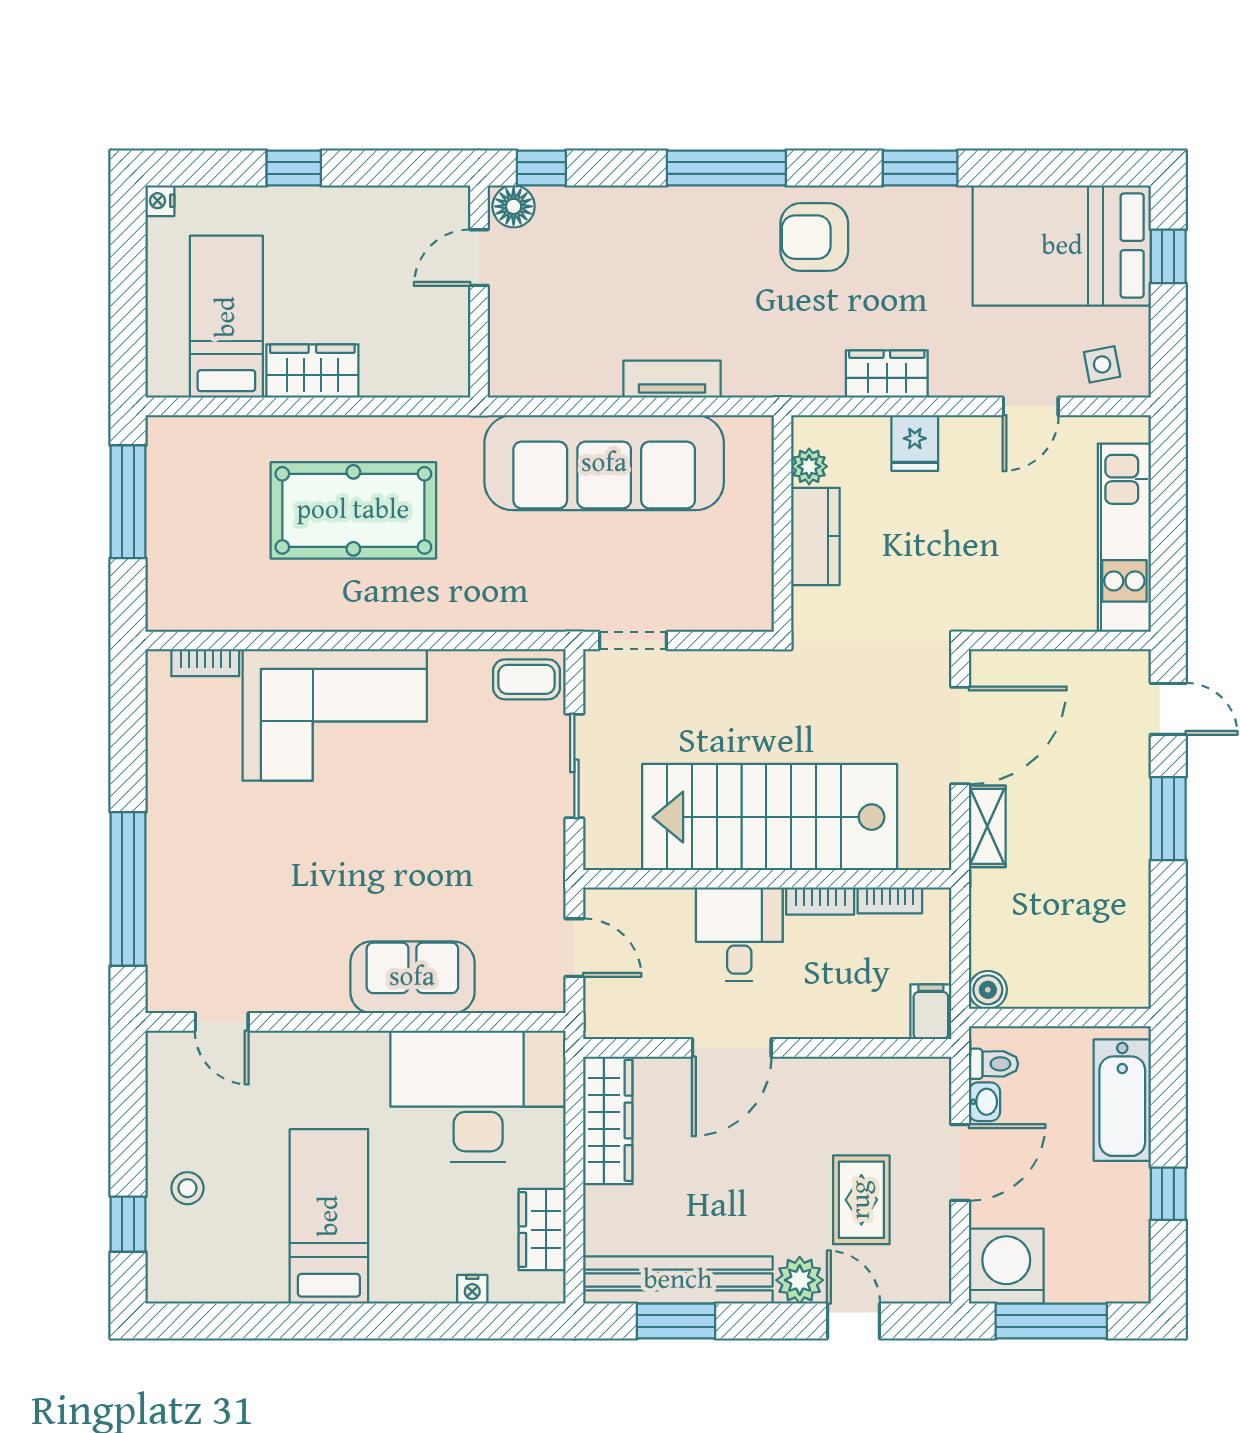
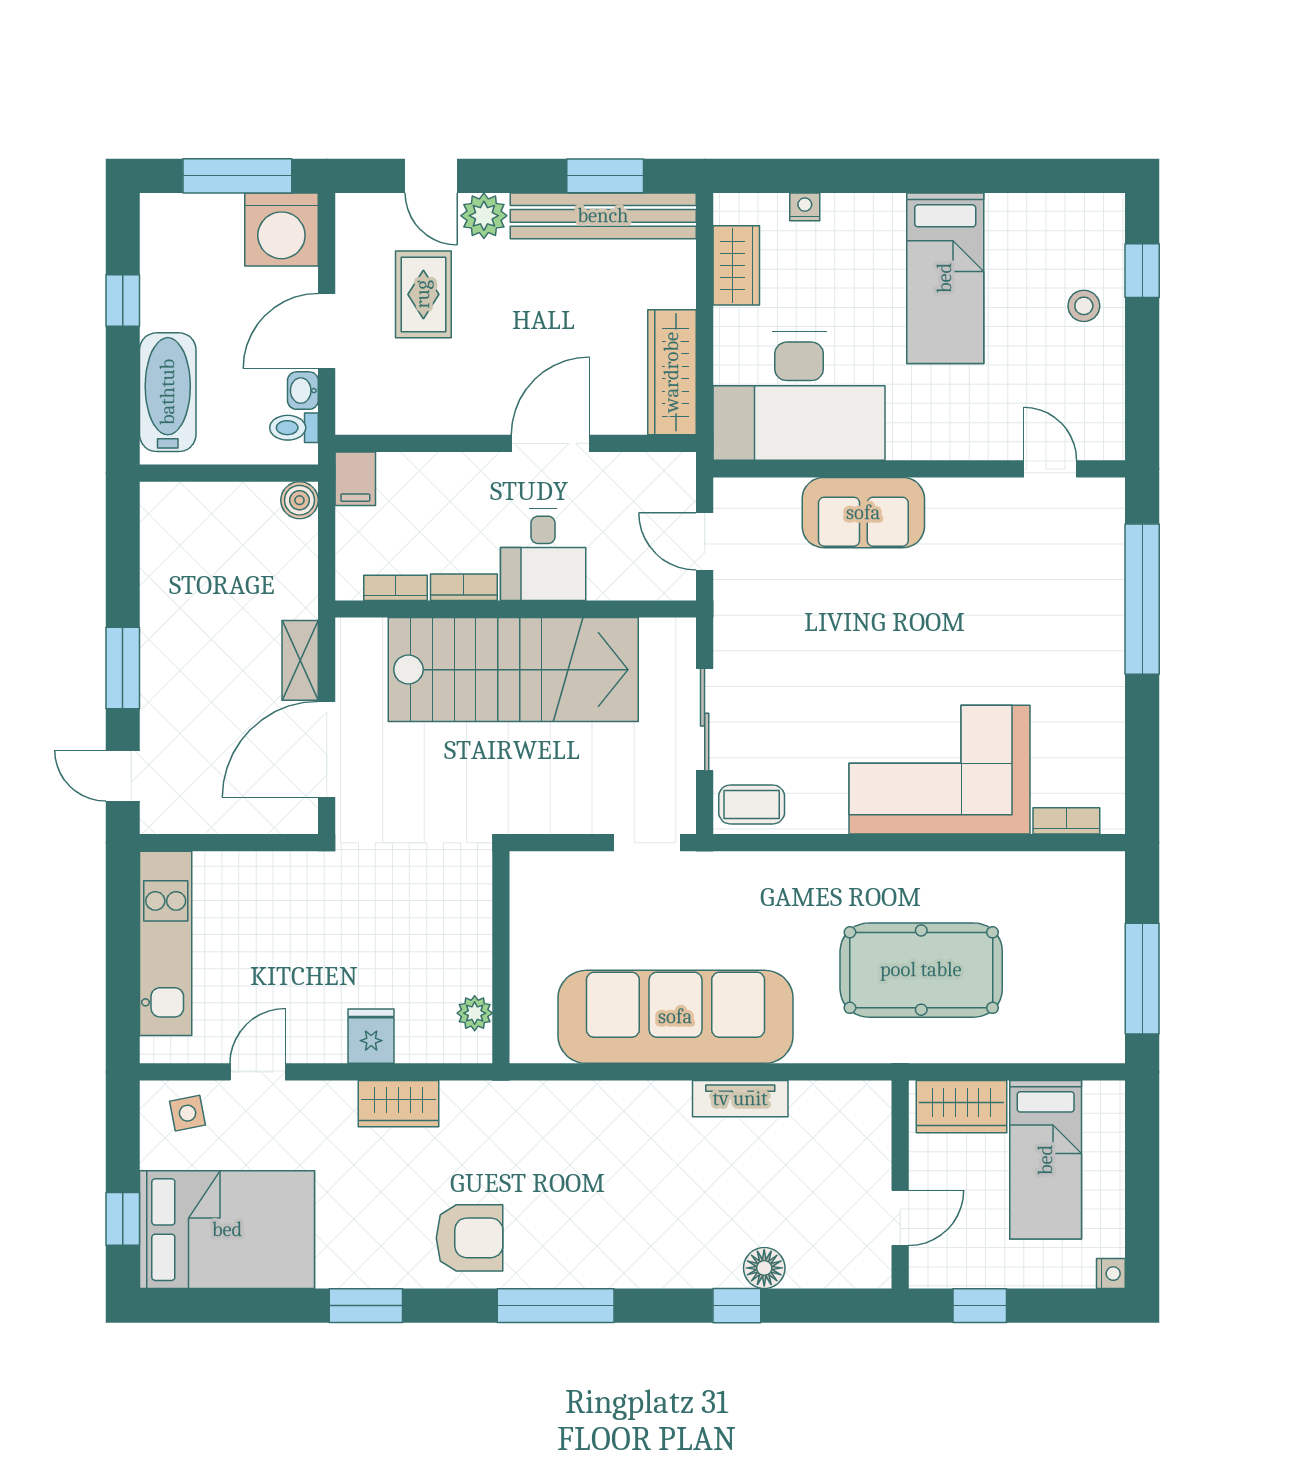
door: (479, 258) -> (900, 1218), moved
wall: (479, 292) -> (900, 1185), moved
tv unit: (672, 379) -> (740, 1099), moved
kitchen counter: (815, 536) -> (468, 944), removed

